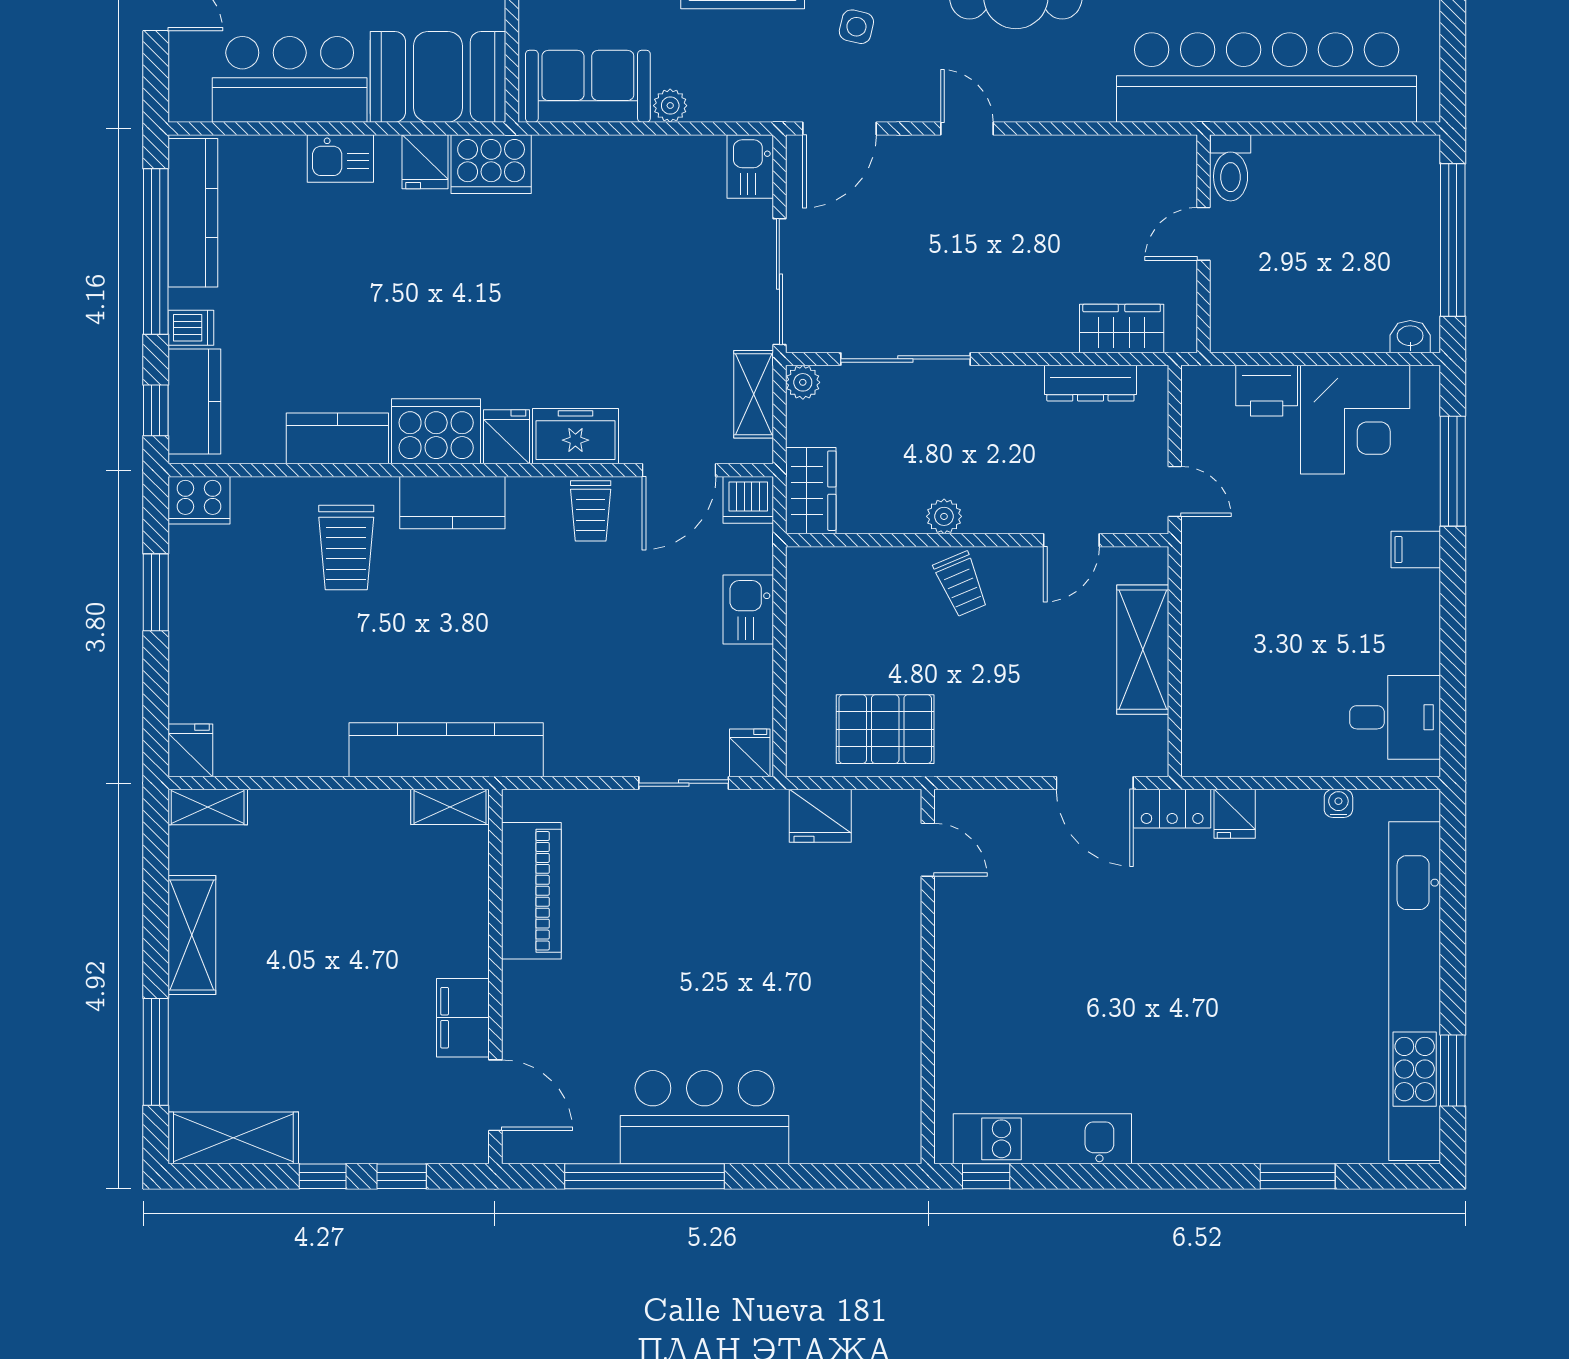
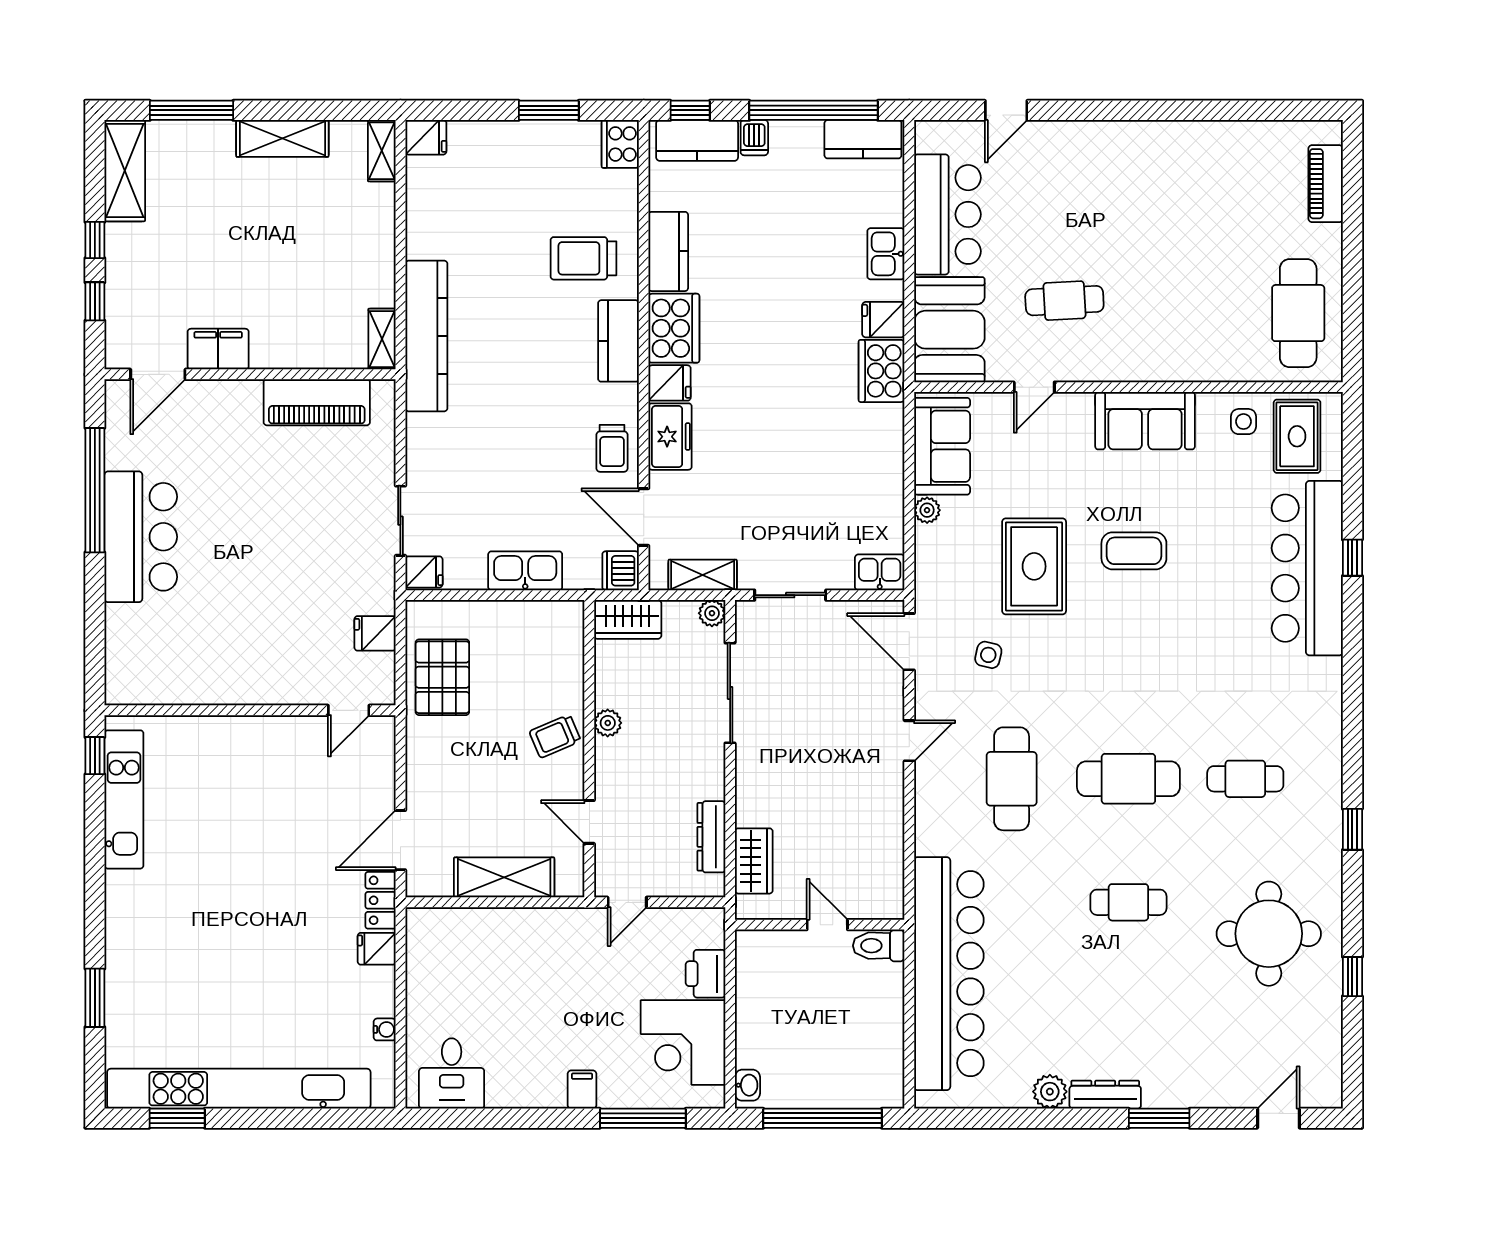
kitchen counter: (193, 213) -> (863, 139), width x0.67
sliding door: (779, 282) -> (790, 595), width x0.73
trolley: (591, 511) -> (612, 448), turned -90
kitchen sink: (748, 610) -> (525, 571), width x1.38
fridge: (820, 816) -> (375, 633), width x0.72

